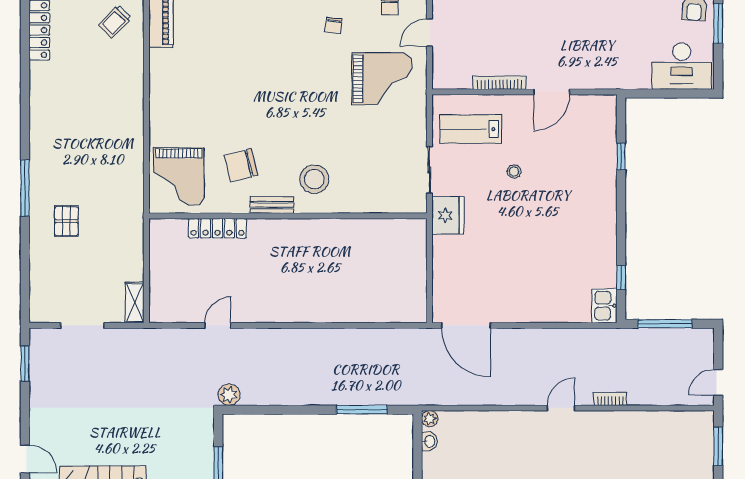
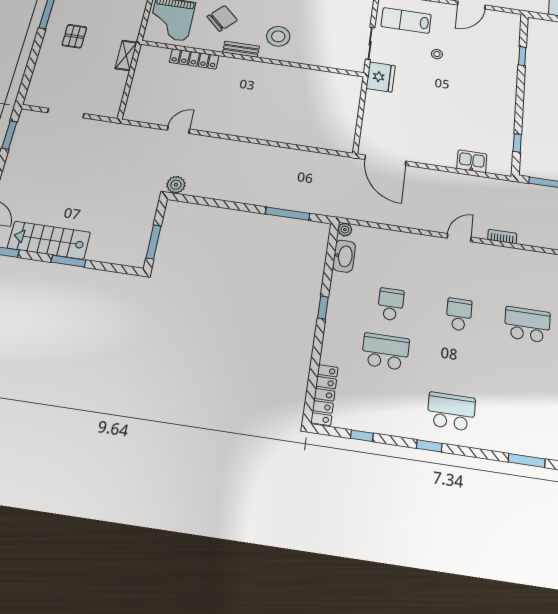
chair: (241, 165) -> (222, 18), turned 148
shelving: (135, 302) -> (126, 55), moved
kitchen sink: (604, 306) -> (472, 161), moved, turned 90
washbasin: (429, 441) -> (344, 256), width x1.91, depth x1.45

